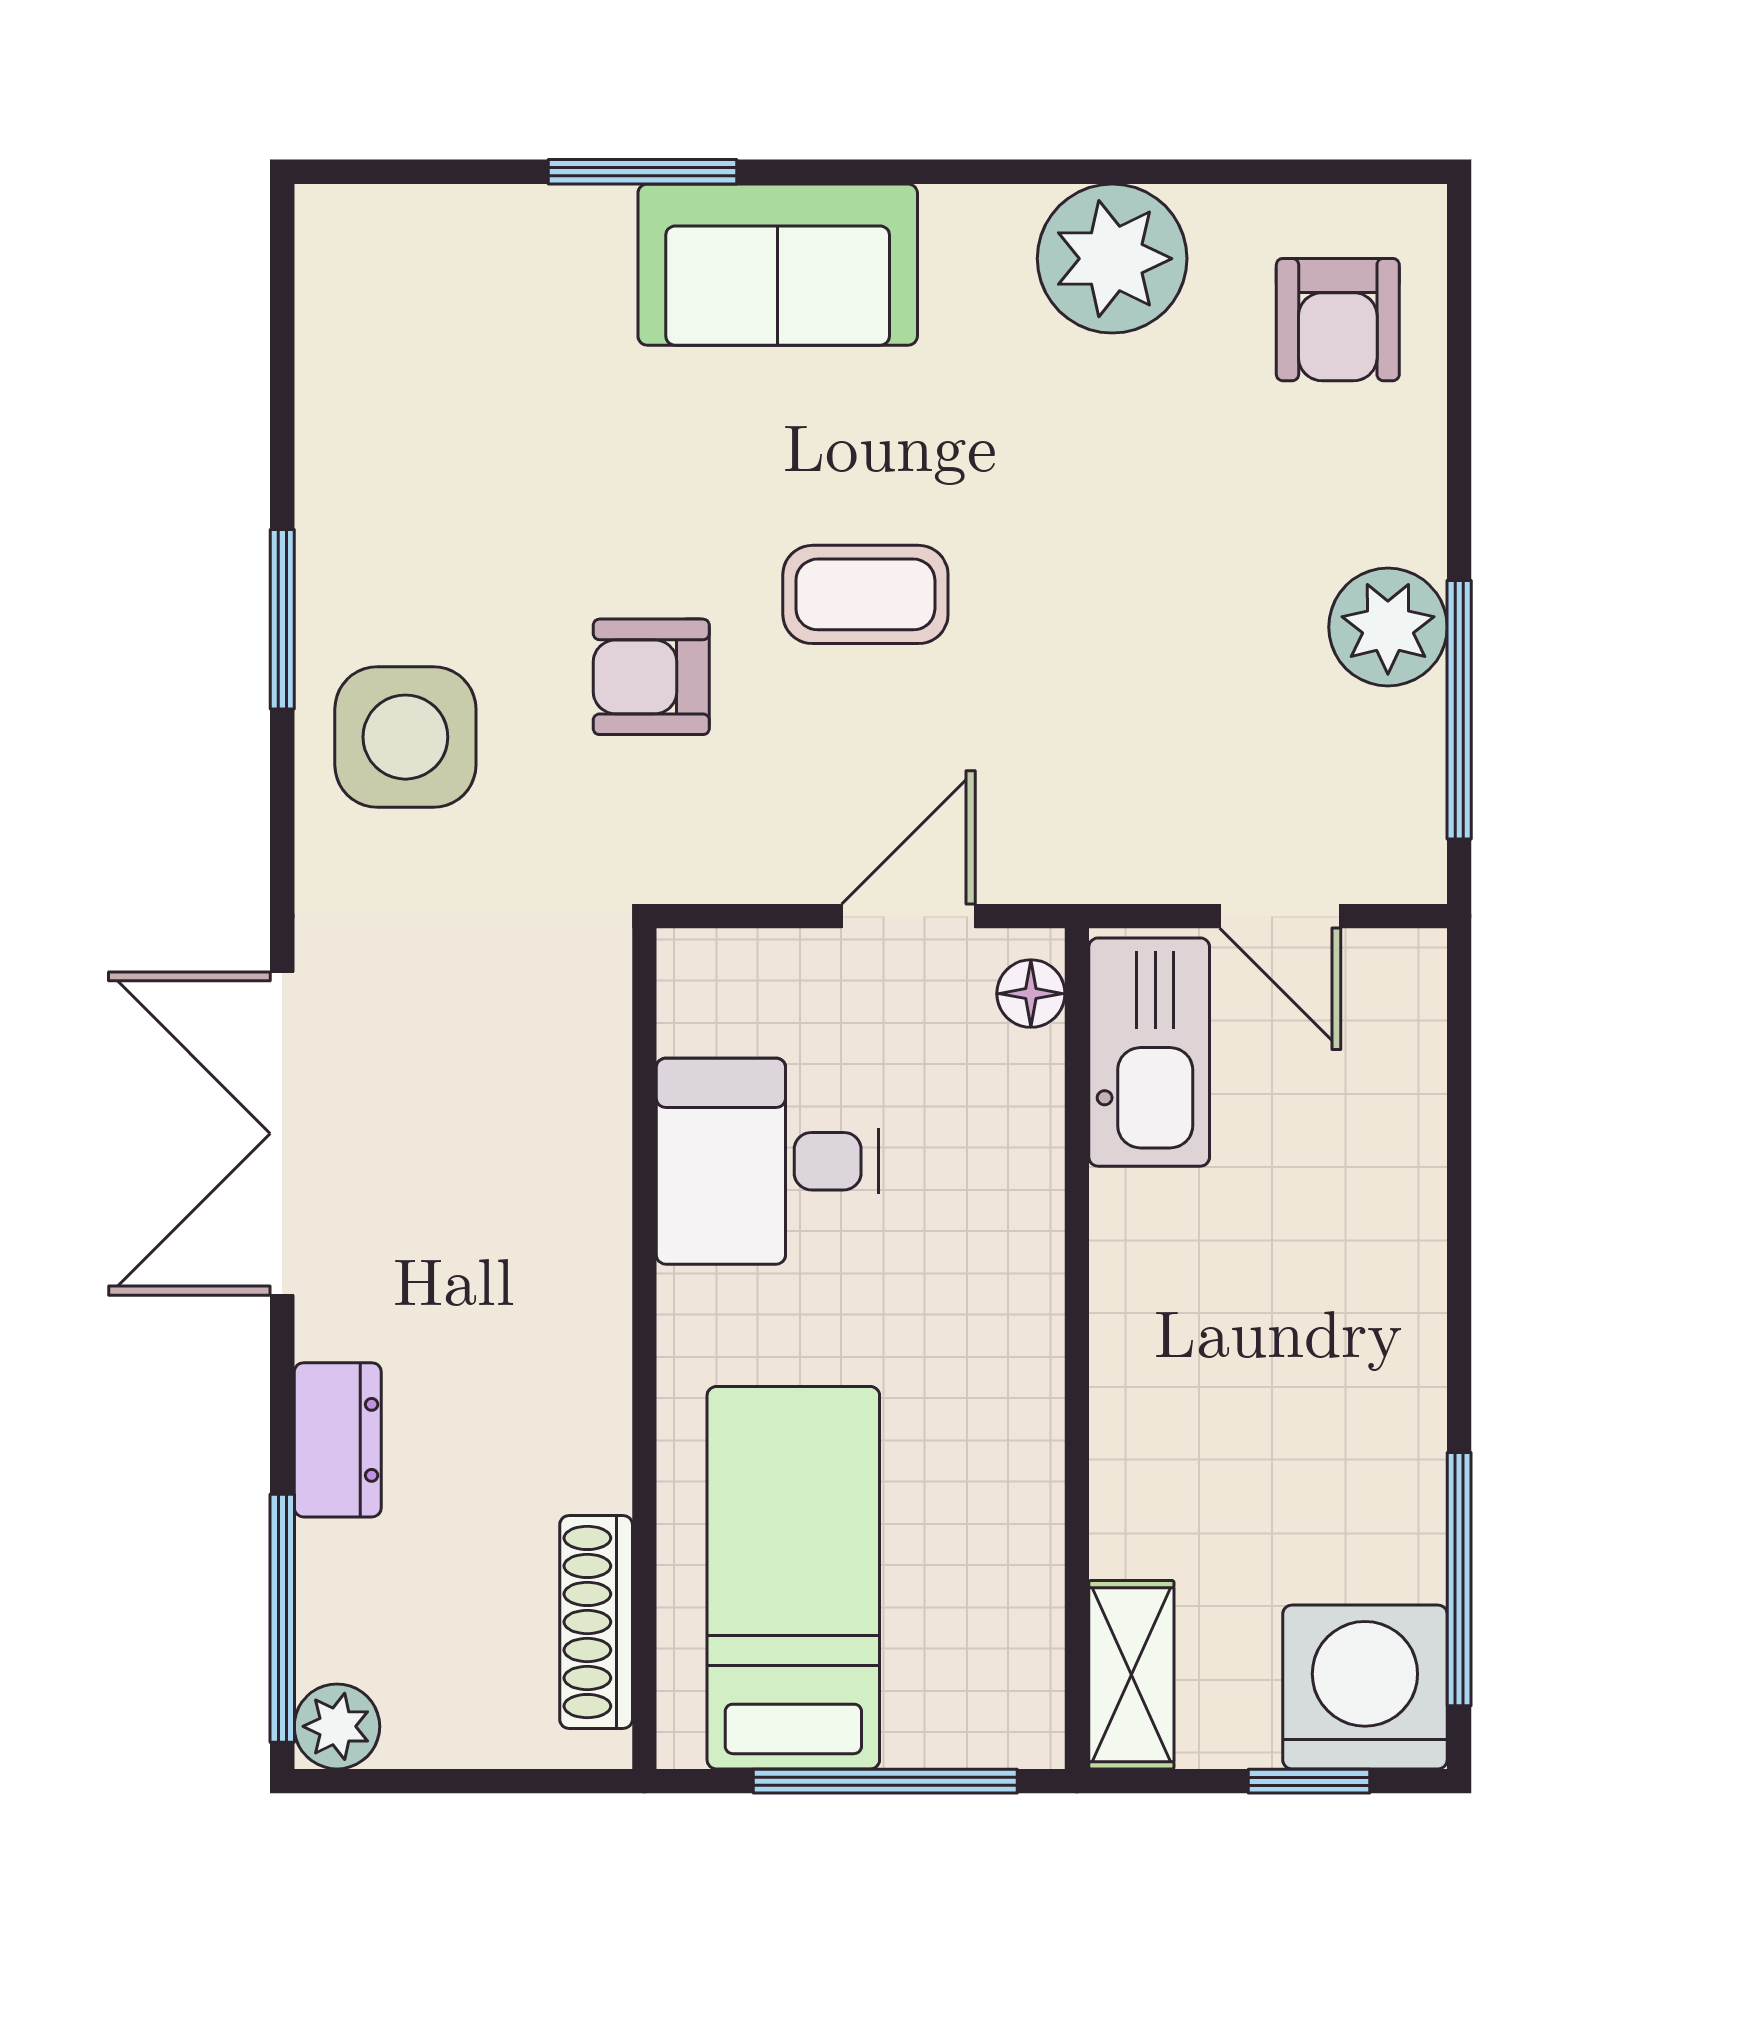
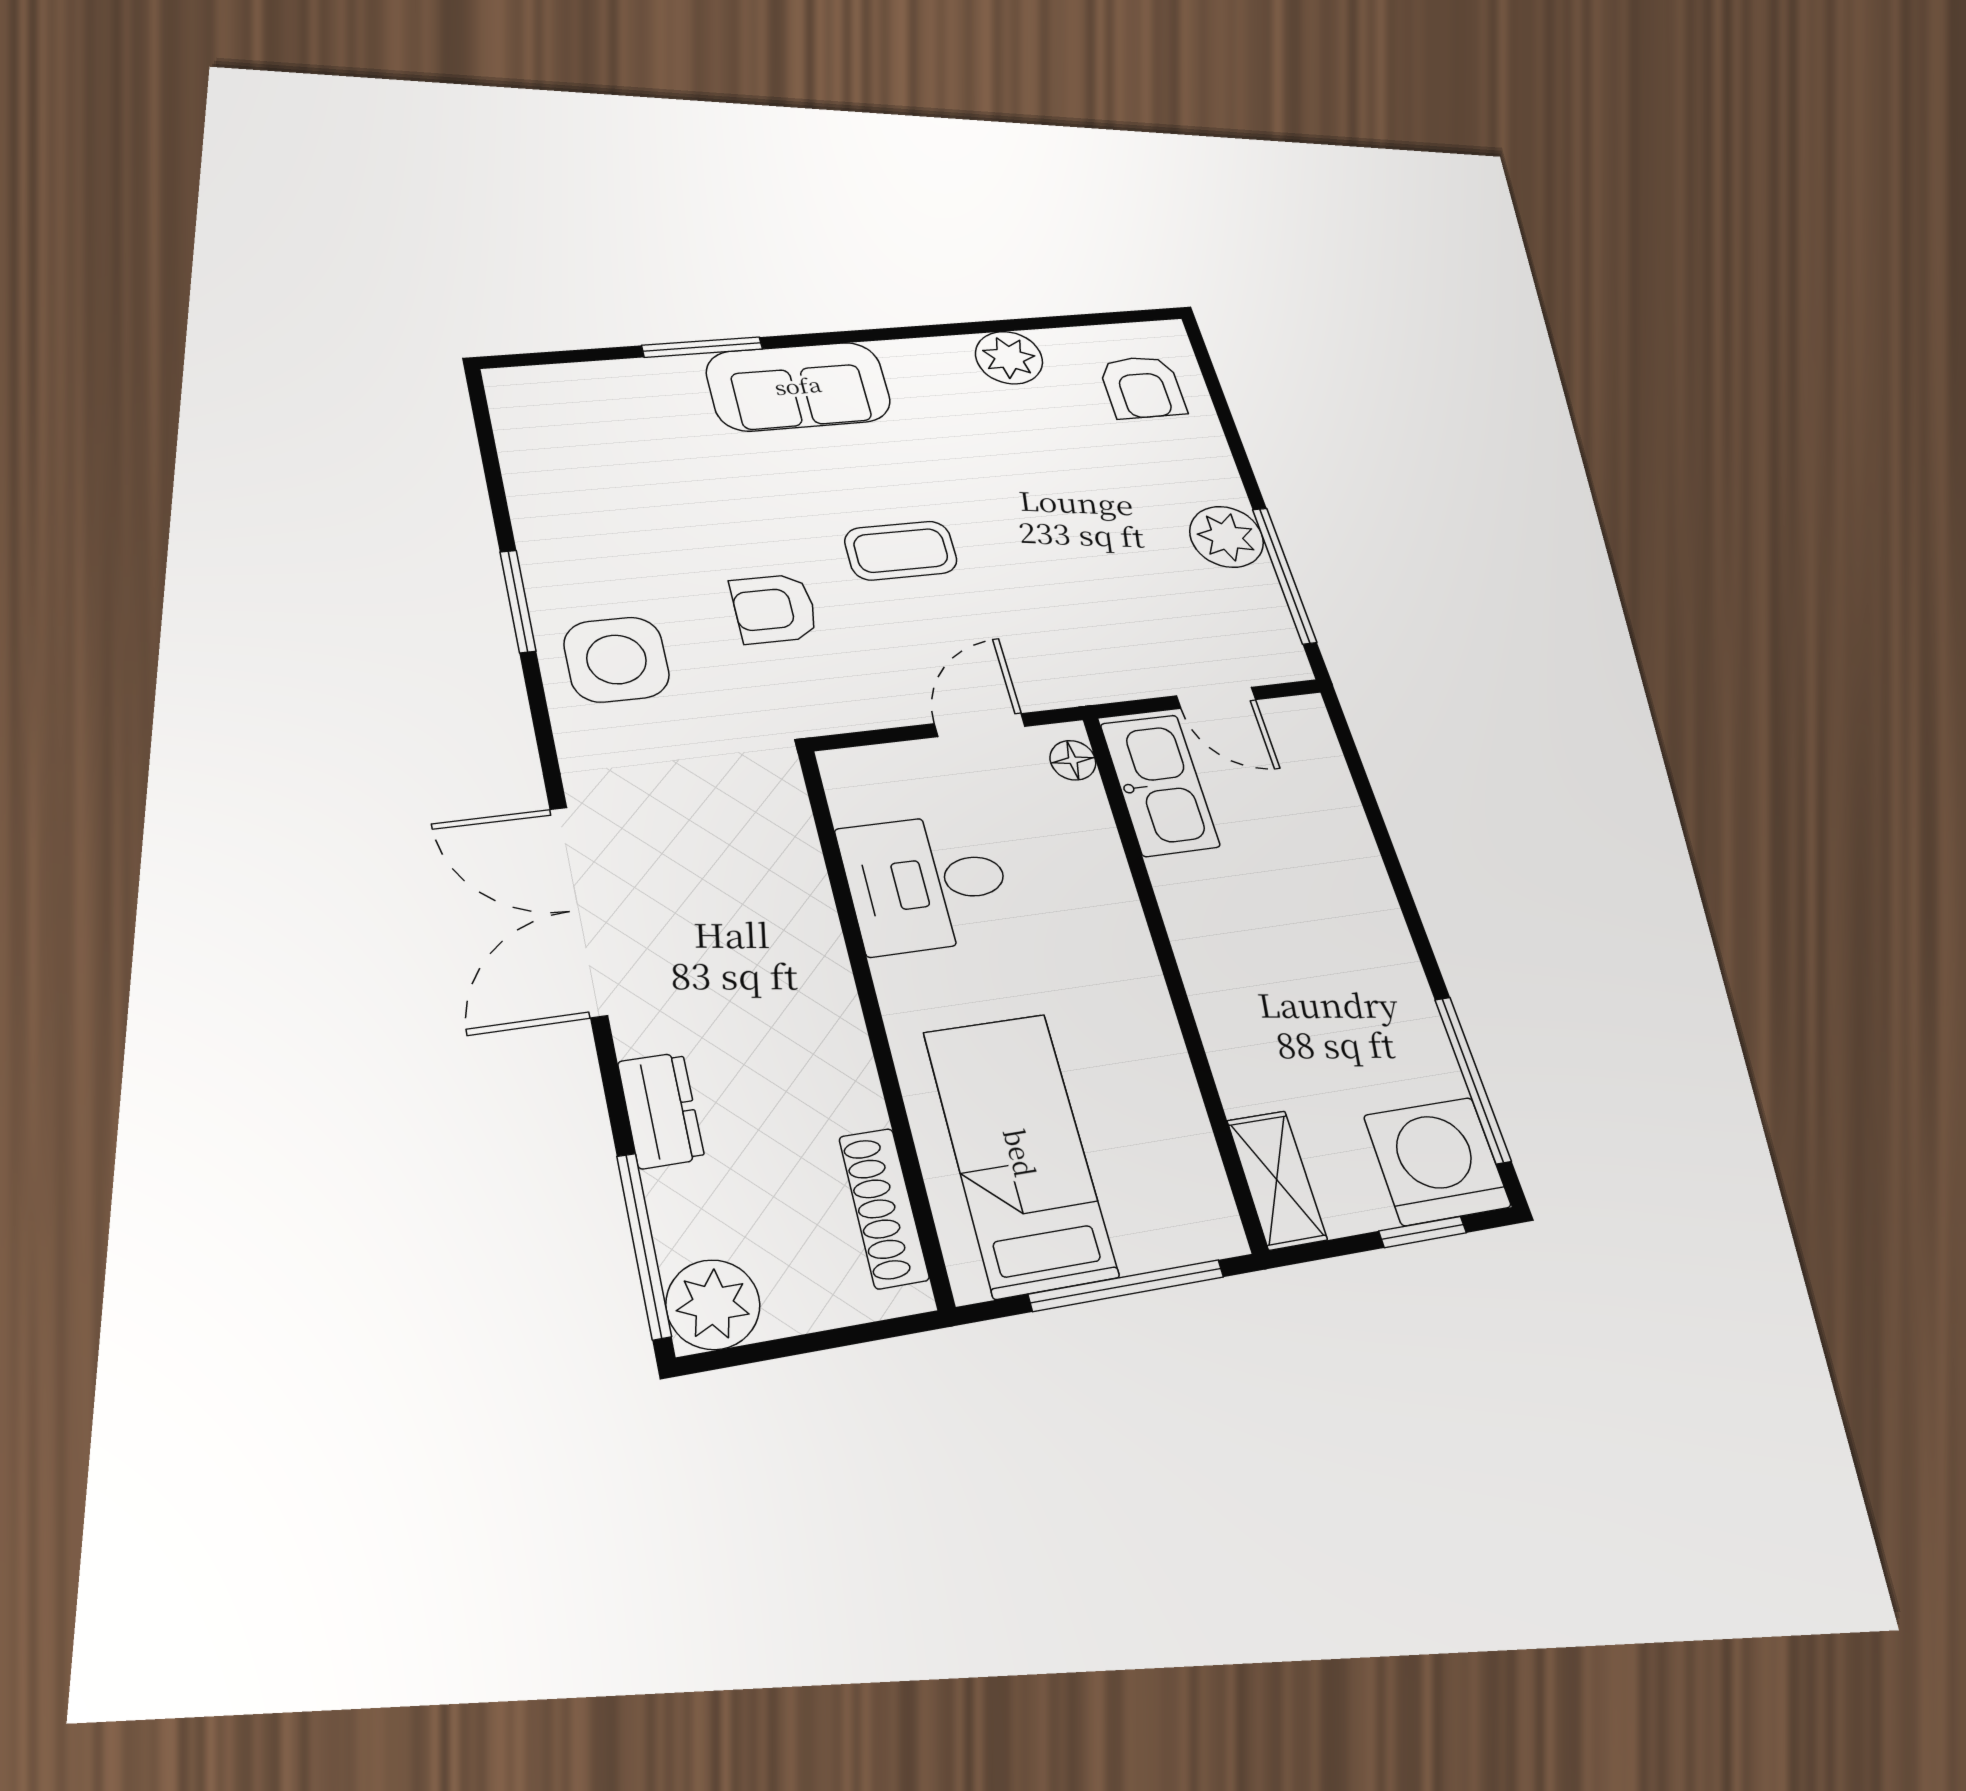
plant: (1112, 259) -> (1009, 358), width x0.73, depth x0.73
plant: (337, 1726) -> (713, 1305), width x1.38, depth x1.38

